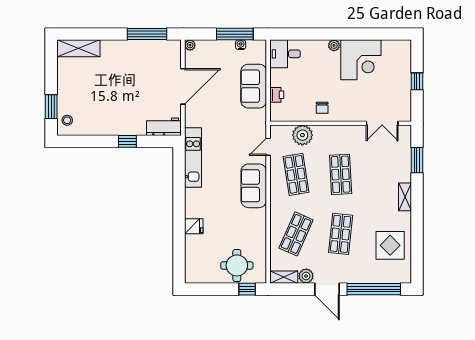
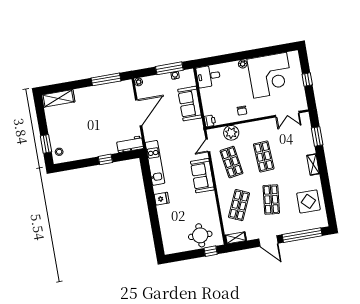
corner desk: (361, 60) -> (270, 75), width x1.36, depth x1.36
printer: (277, 95) -> (210, 121), moved
fridge: (194, 226) -> (162, 199), moved
plant: (306, 276) -> (252, 234), removed

